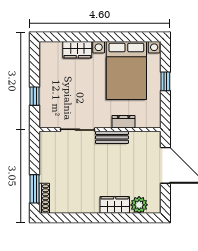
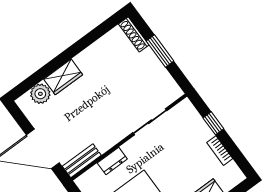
bookcase: (44, 74) -> (220, 151), added
bench: (112, 137) -> (82, 161), moved
window: (35, 189) -> (160, 51), moved

